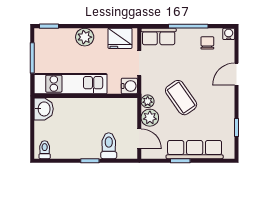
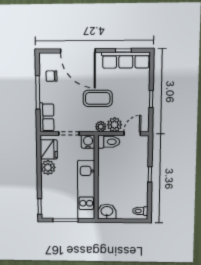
water cooler: (229, 34) -> (44, 58), removed
plant: (85, 37) -> (48, 167), moved
door: (236, 74) -> (78, 51), width x1.88
coffee table: (181, 98) -> (98, 98), turned 35
toilet: (109, 146) -> (109, 142), moved, turned 180
row of seats: (195, 150) -> (126, 60), moved, turned -90

